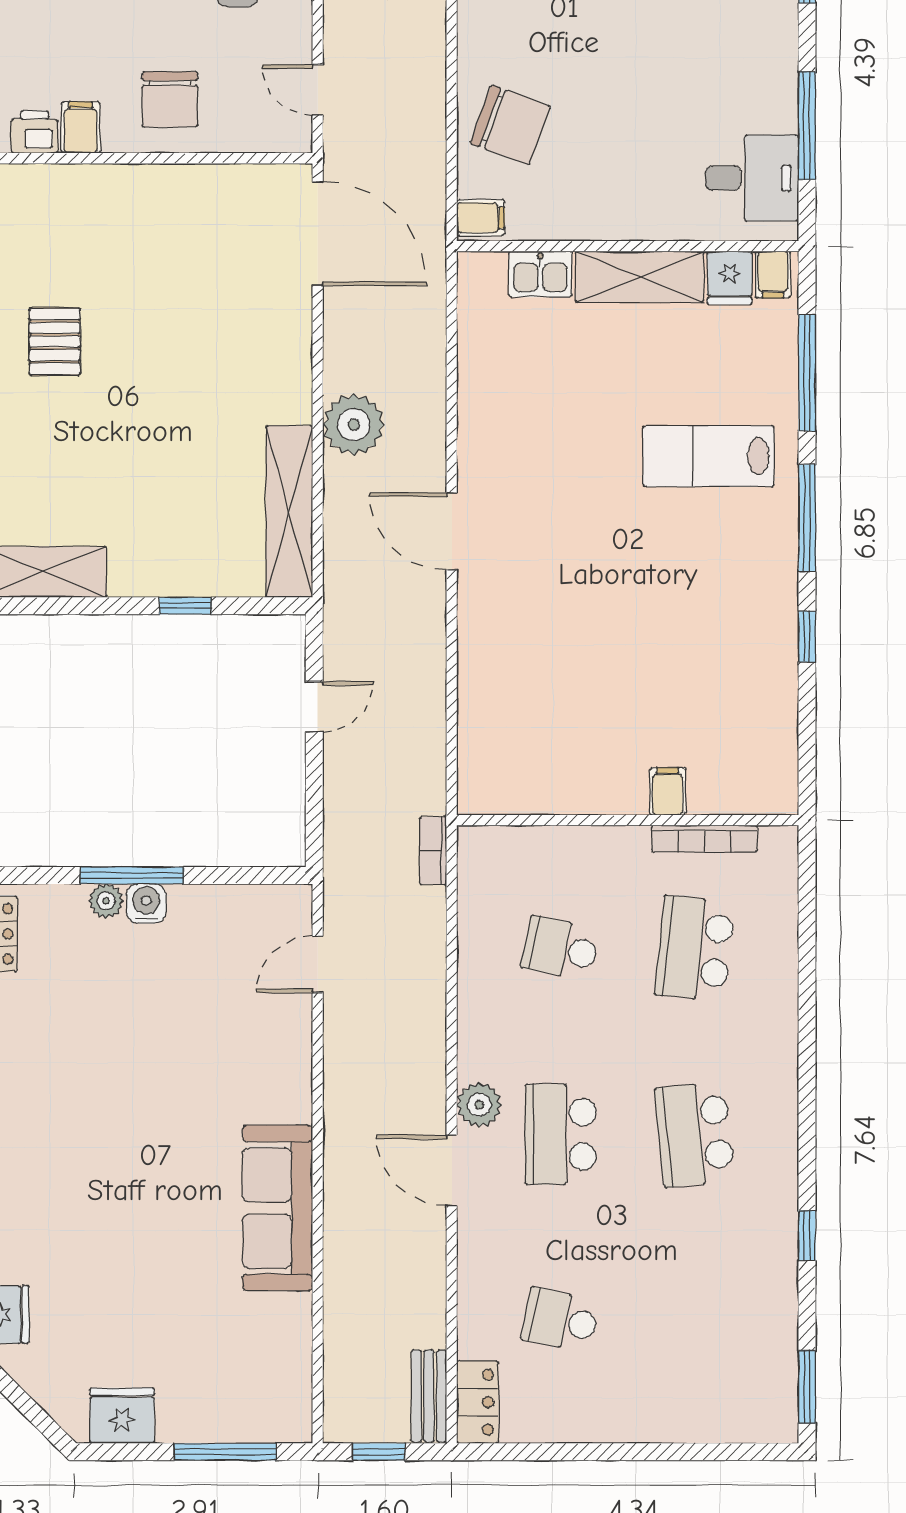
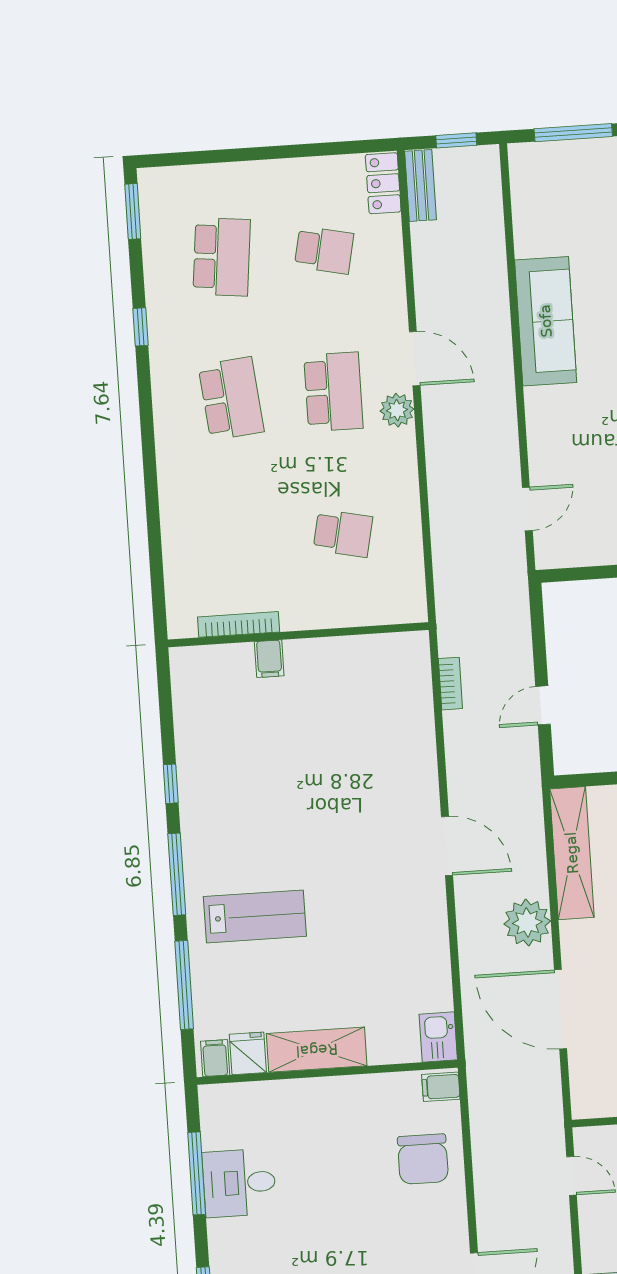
chair: (510, 125) -> (423, 1159), turned -110
desk: (752, 178) -> (239, 1183), moved
door: (318, 234) -> (561, 1009), moved
kitchen sink: (540, 274) -> (438, 1037), moved, turned -90
bookcase: (433, 851) -> (450, 684), moved
school desk: (695, 949) -> (222, 257), moved

